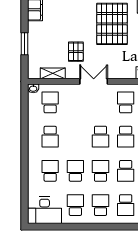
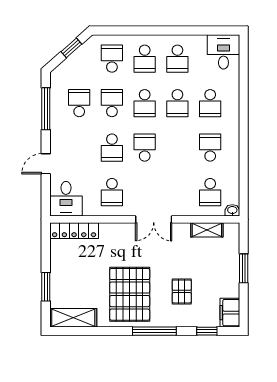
pallet: (76, 52) -> (182, 291), moved
school desk: (126, 137) -> (112, 148), turned 180
desk: (45, 210) -> (223, 52), width x0.73

